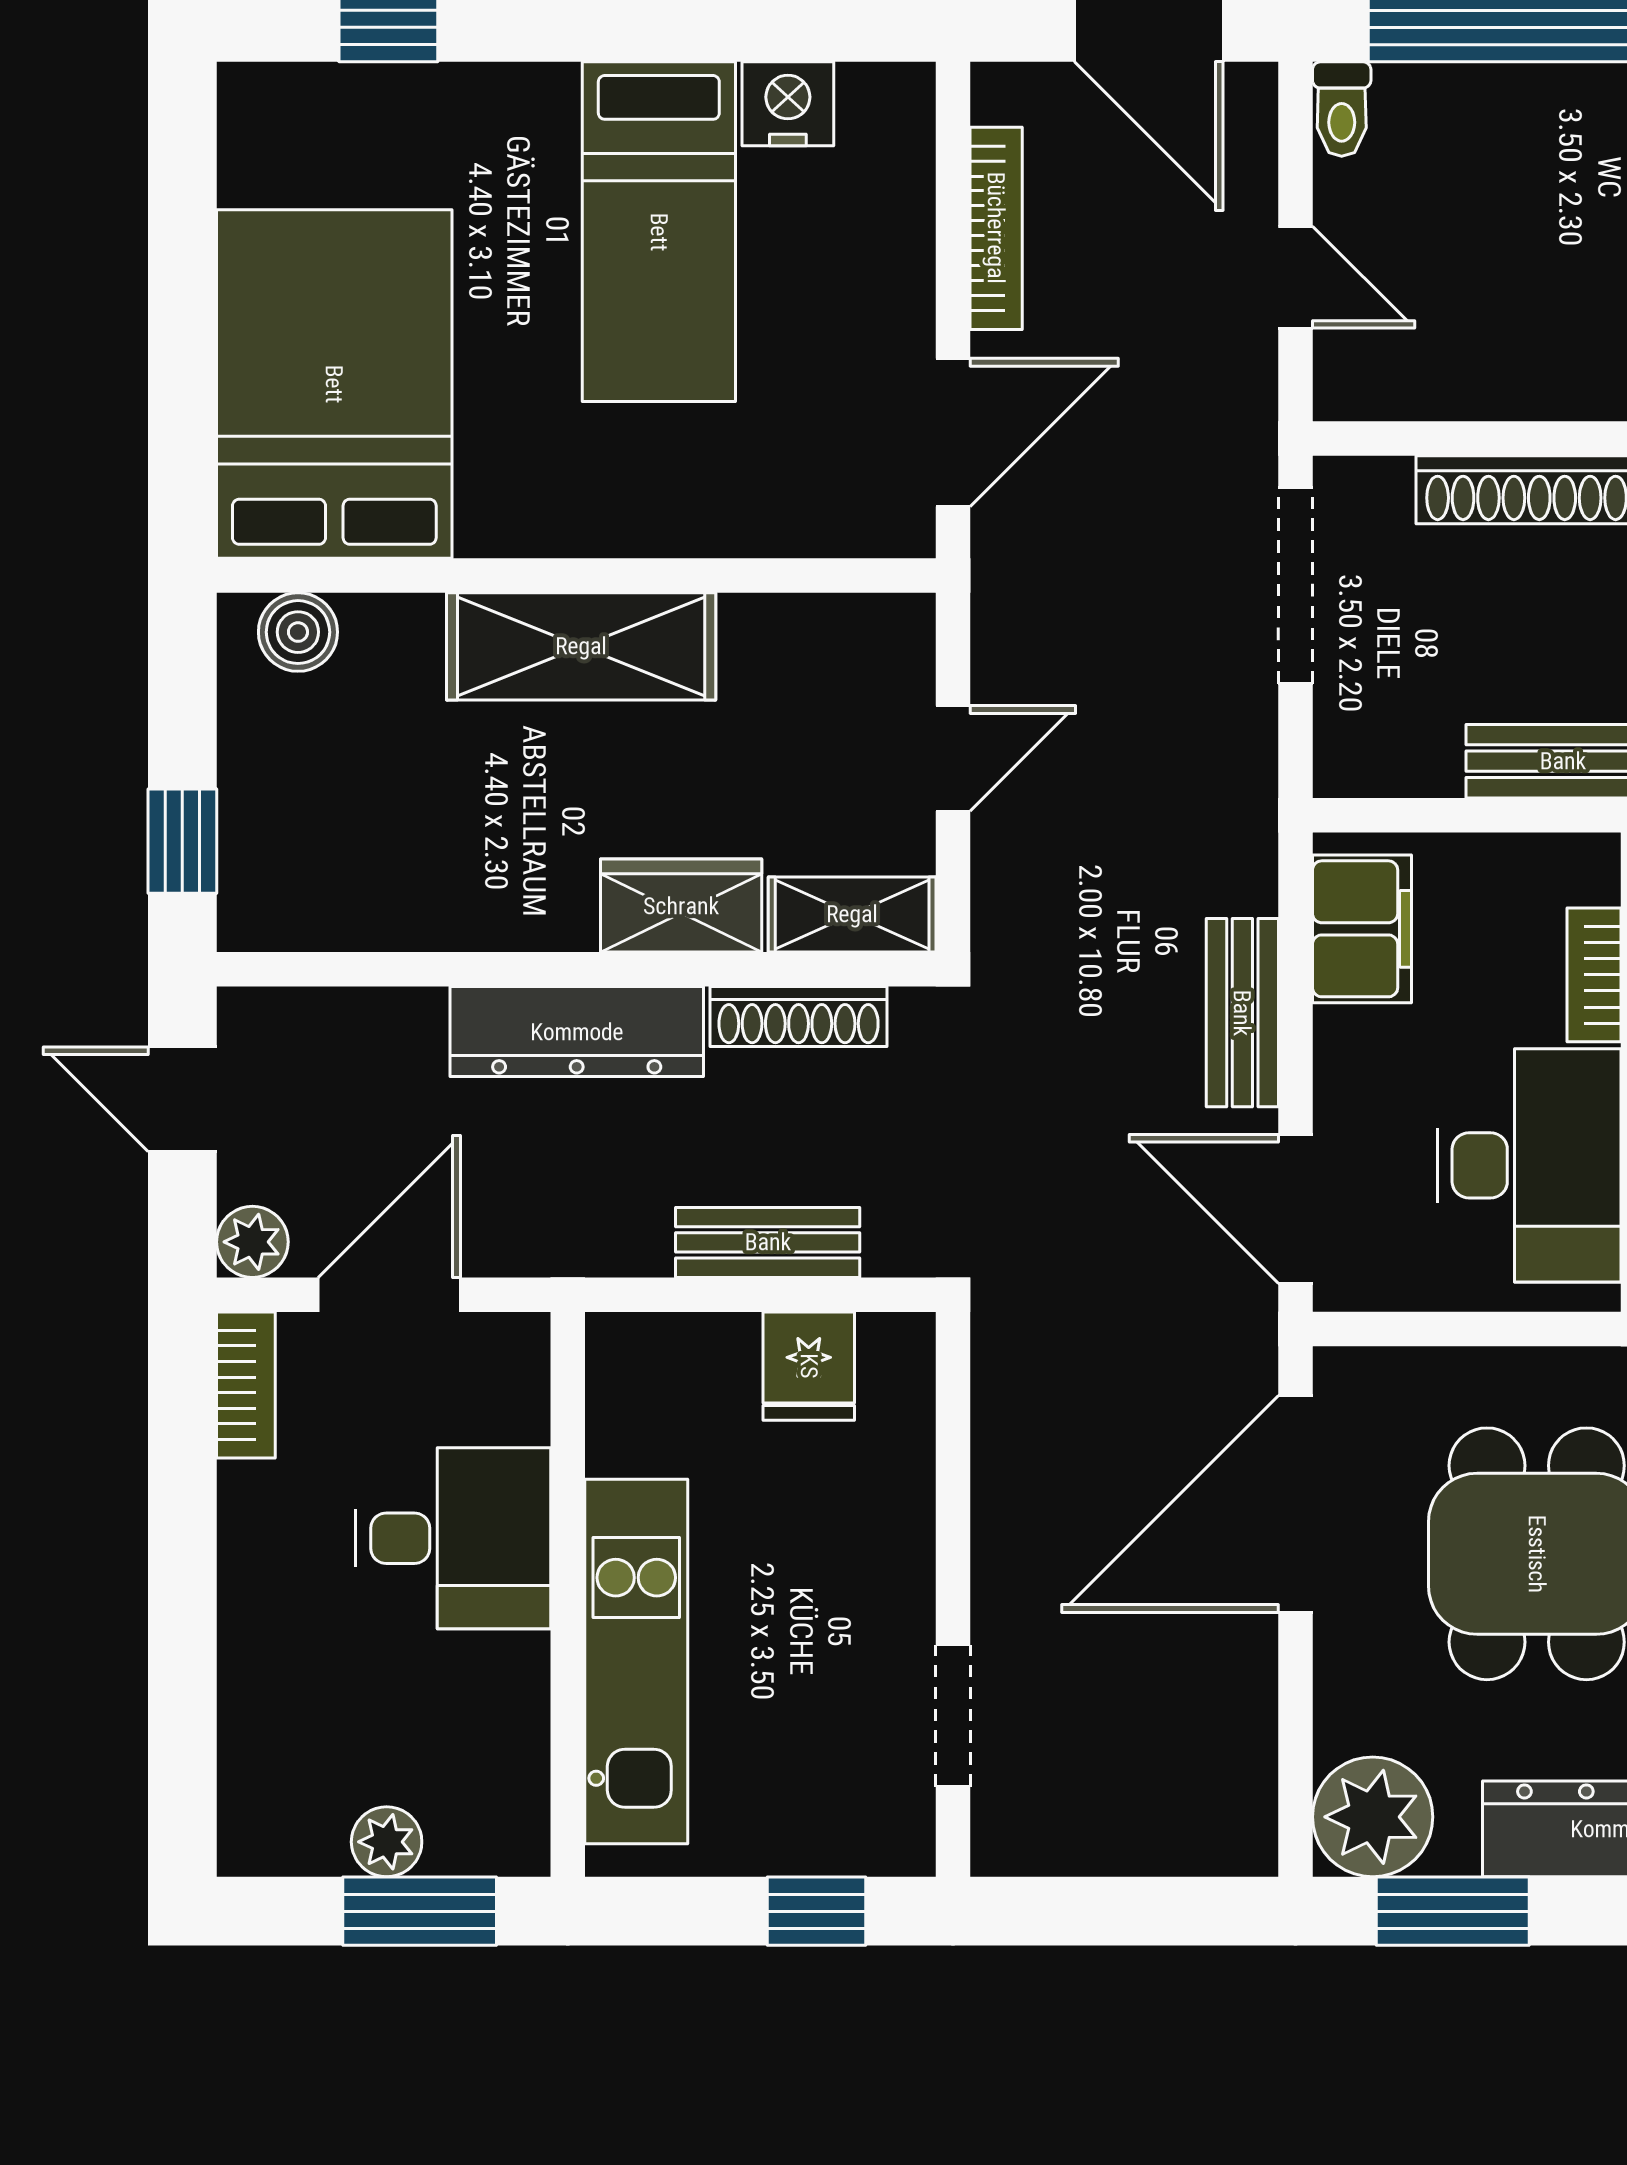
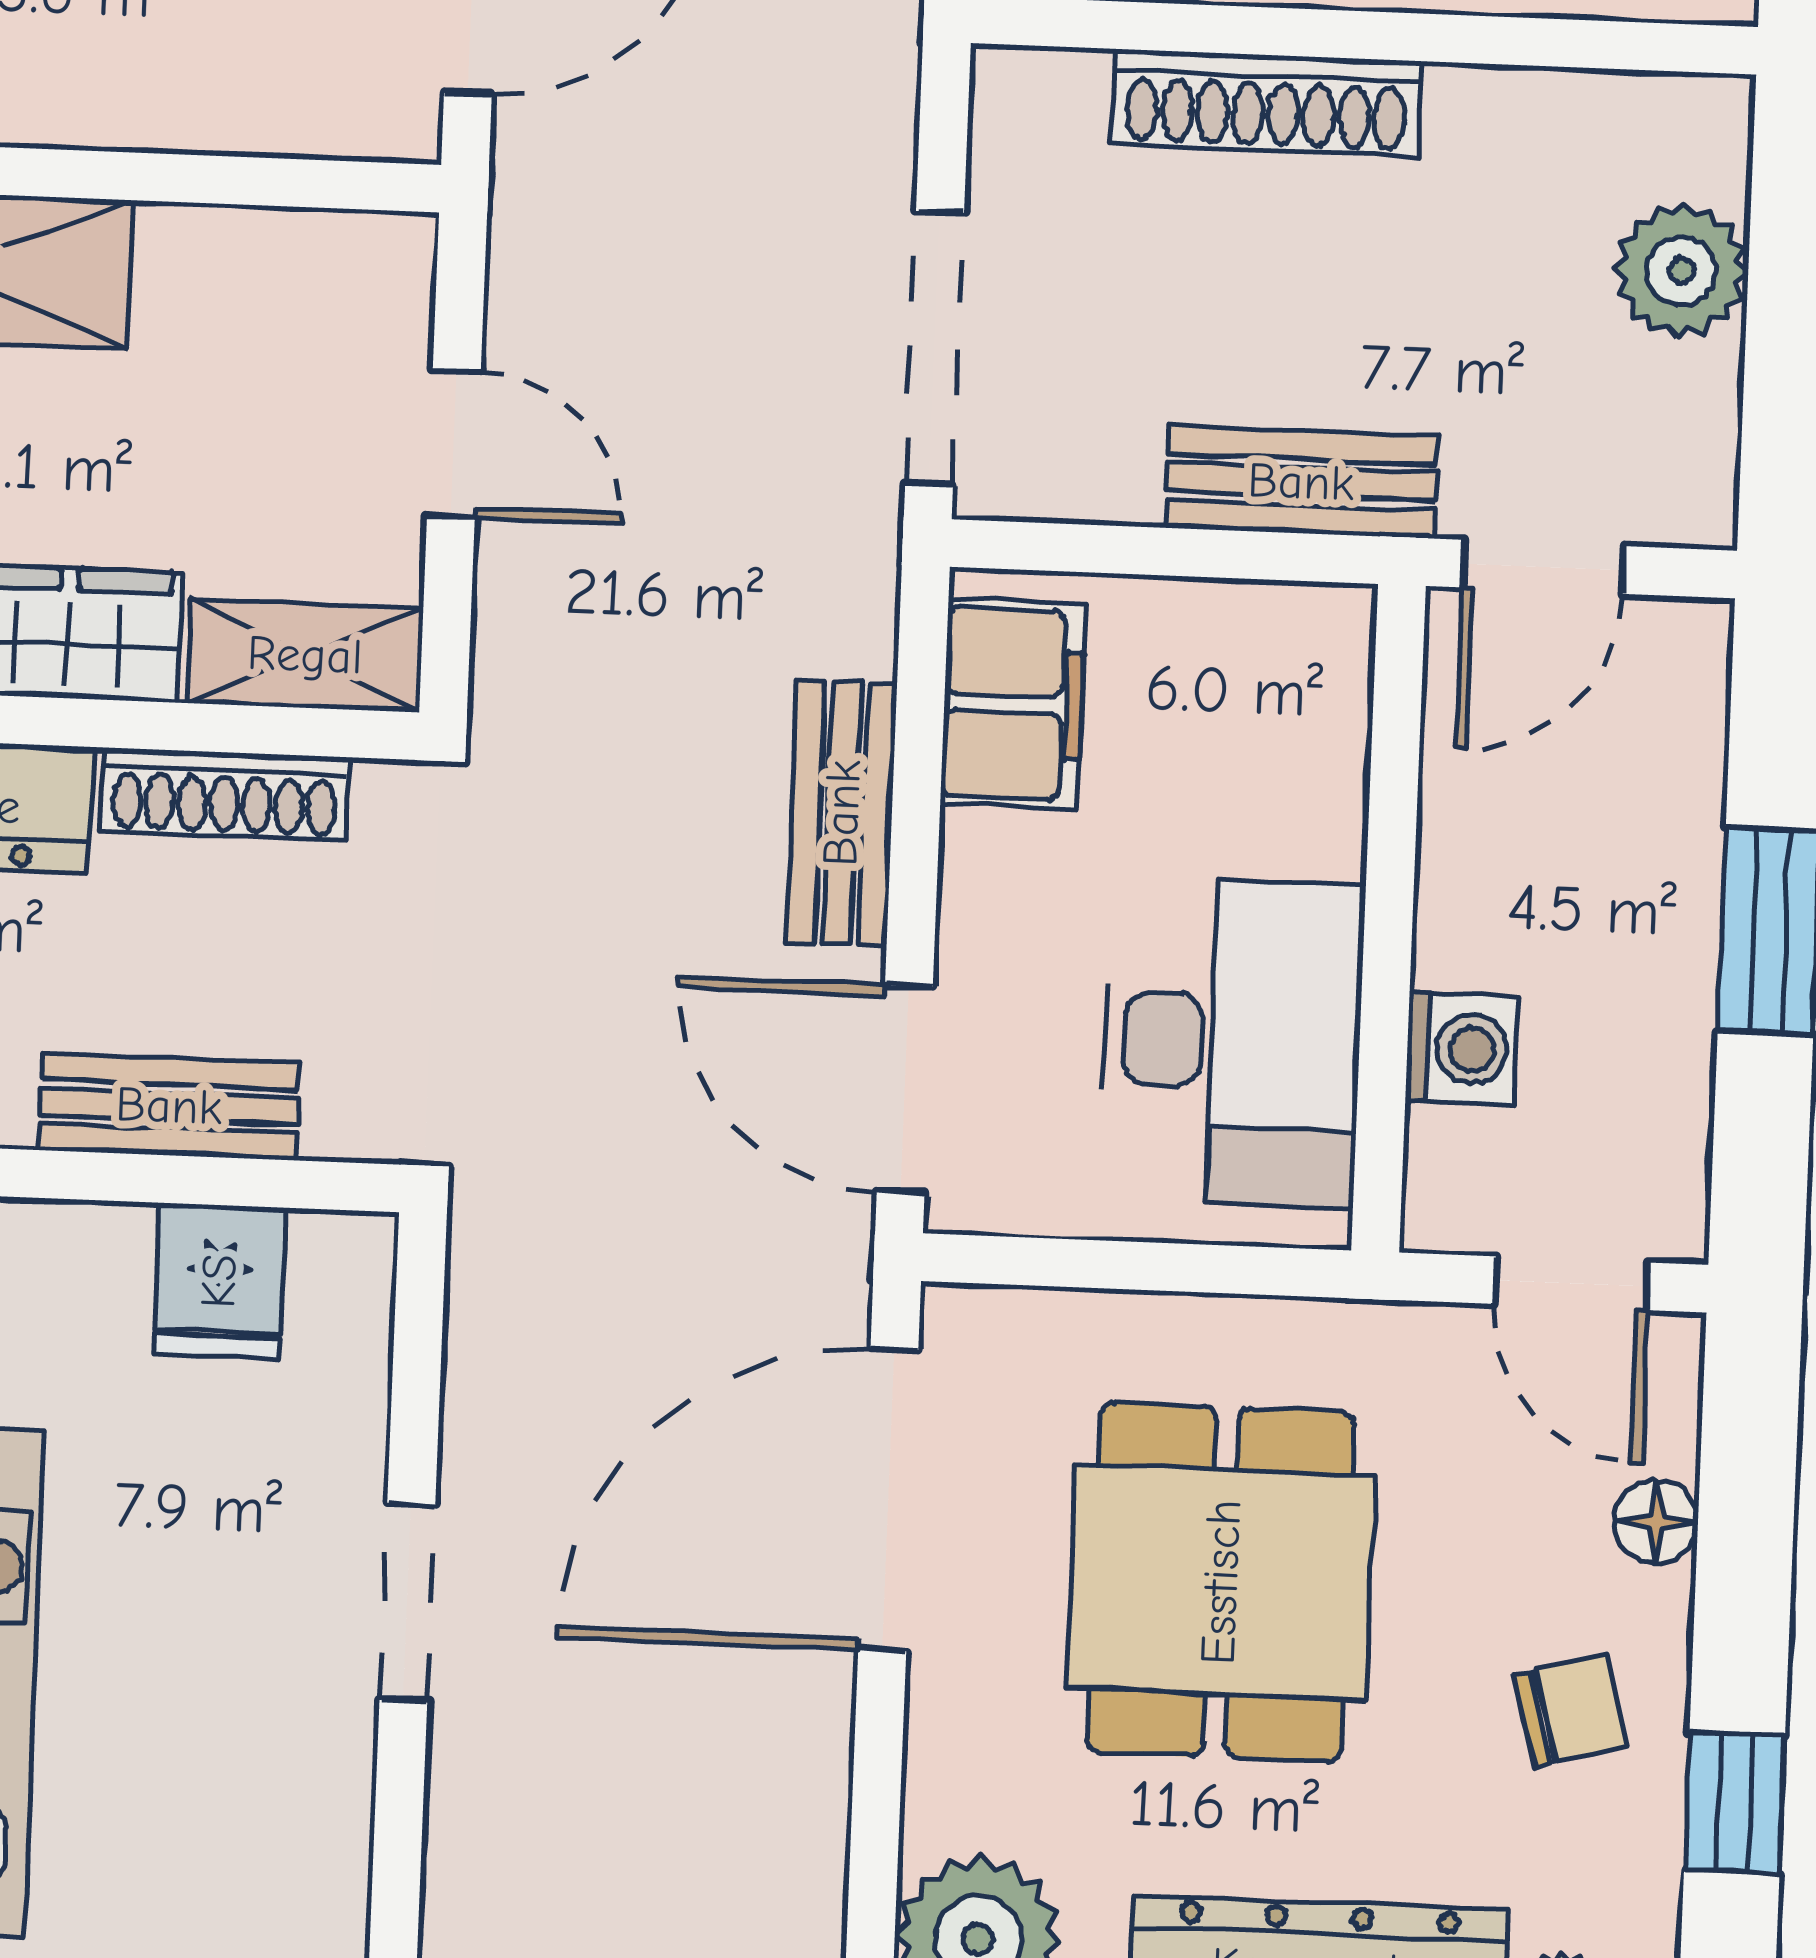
doorway: (1296, 586) -> (935, 348), moved
door: (953, 758) -> (454, 444), hinge flipped
bookcase: (1594, 975) -> (1333, 781), removed
doorway: (953, 1716) -> (407, 1602), moved

